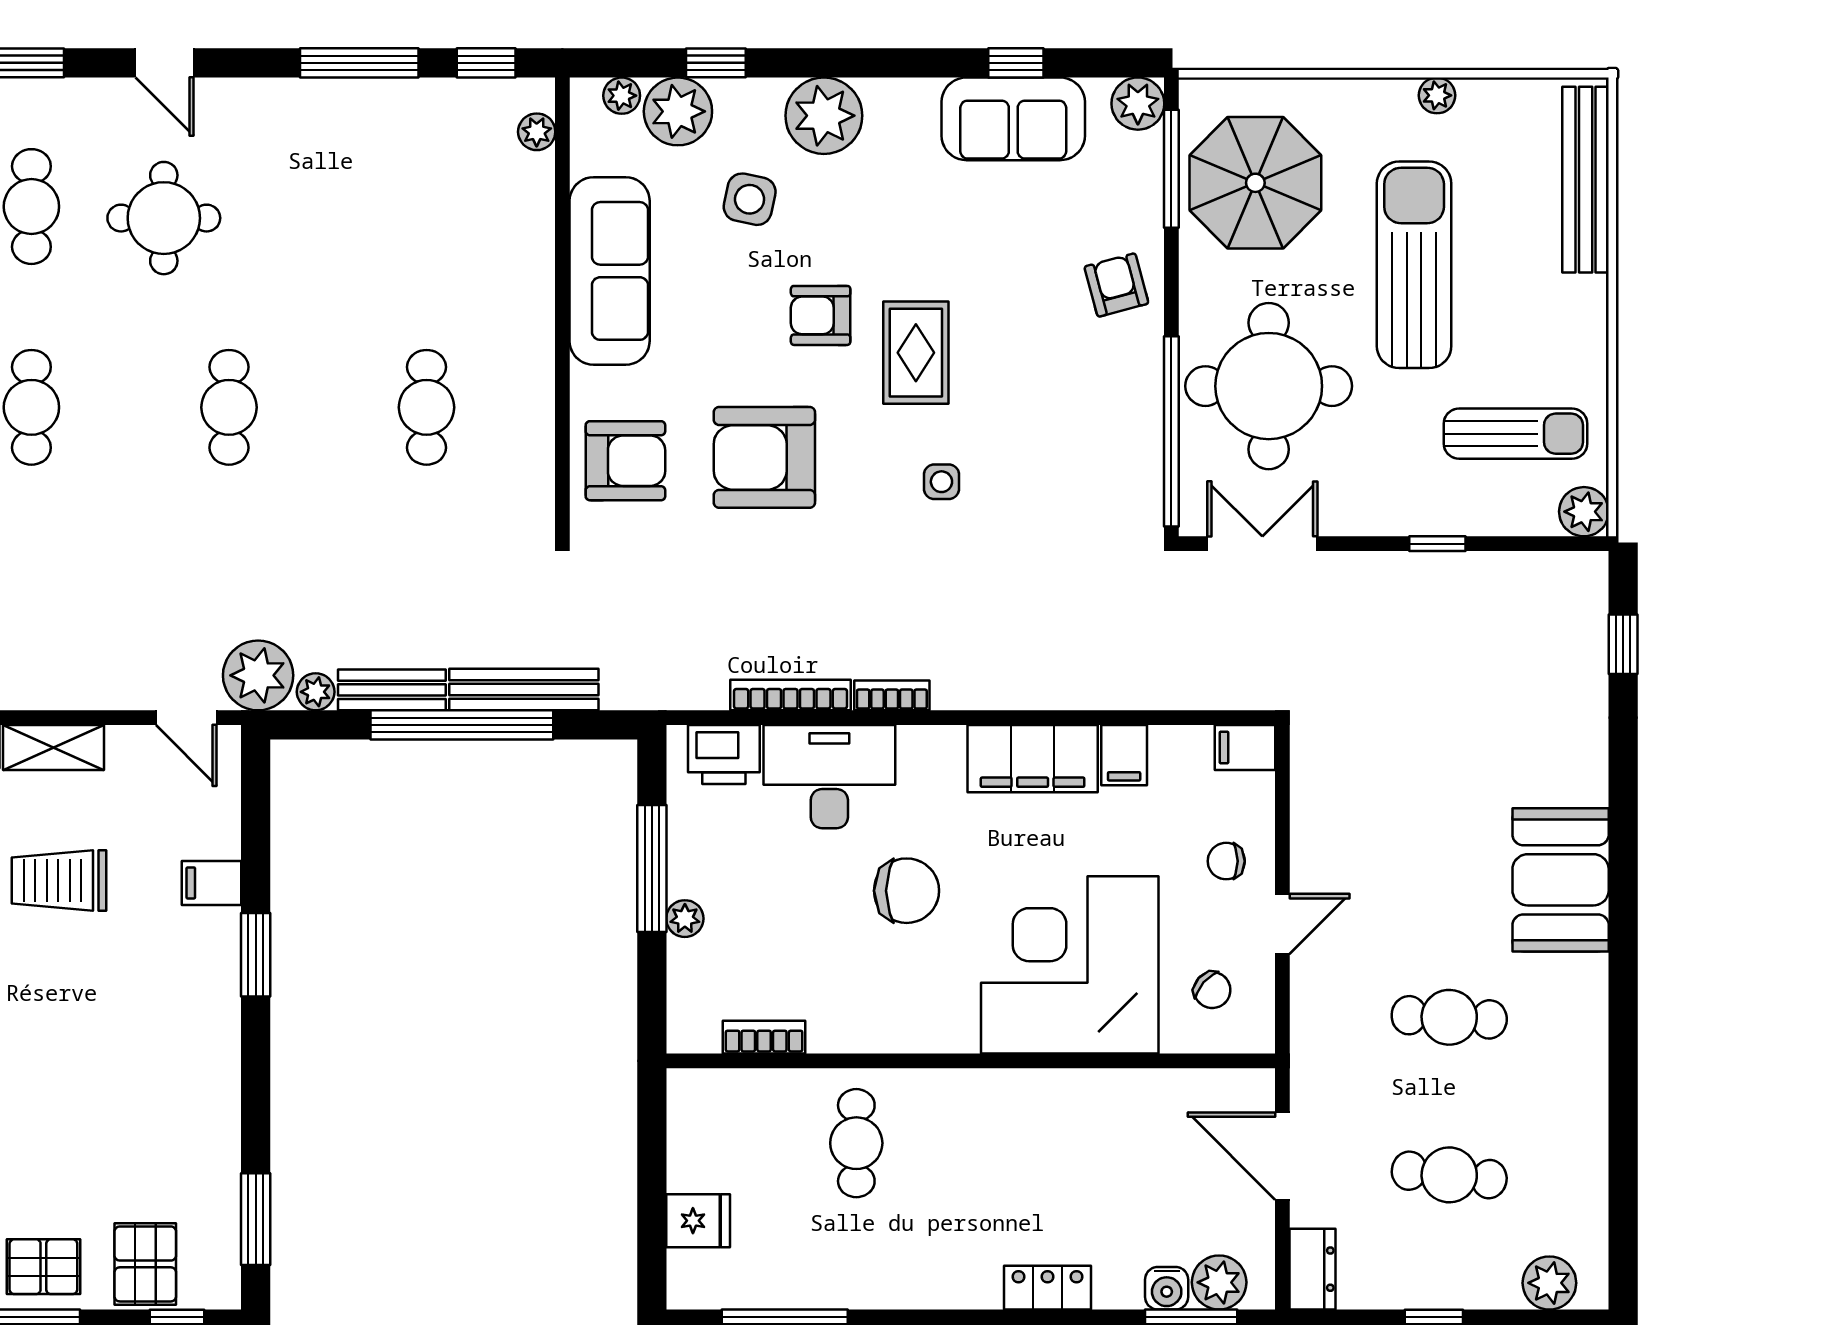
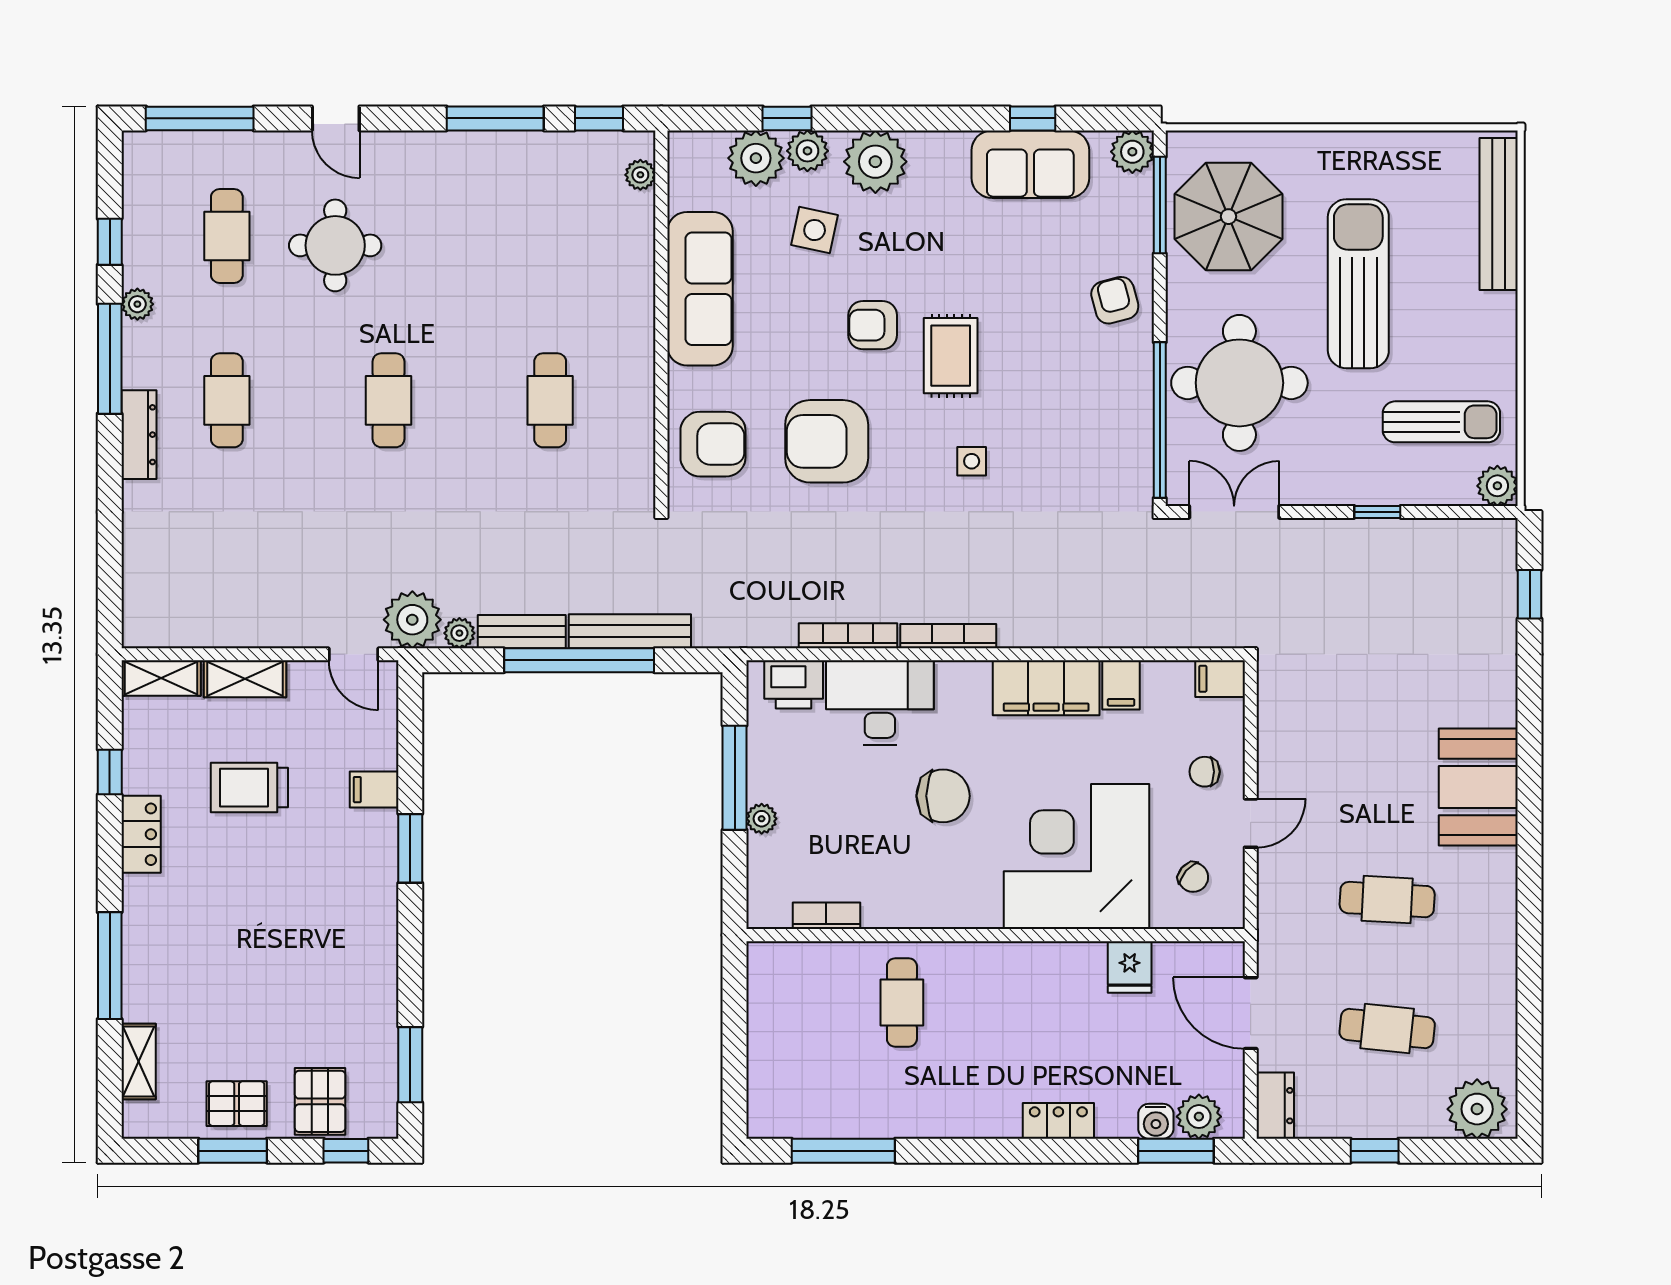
plant: (1437, 95) -> (1377, 145), removed
plant: (622, 96) -> (807, 151), moved, width x1.38, depth x1.38
bookcase: (892, 695) -> (948, 636), width x1.56
fridge: (698, 1221) -> (1130, 967), moved, turned 90
plant: (1549, 1283) -> (1477, 1109), width x1.36, depth x1.36

